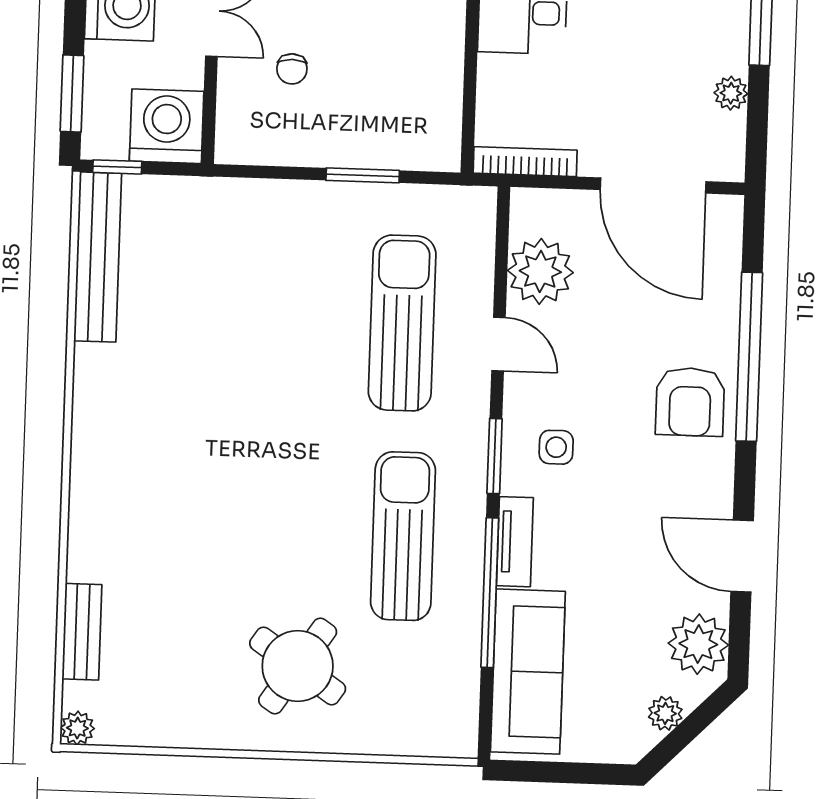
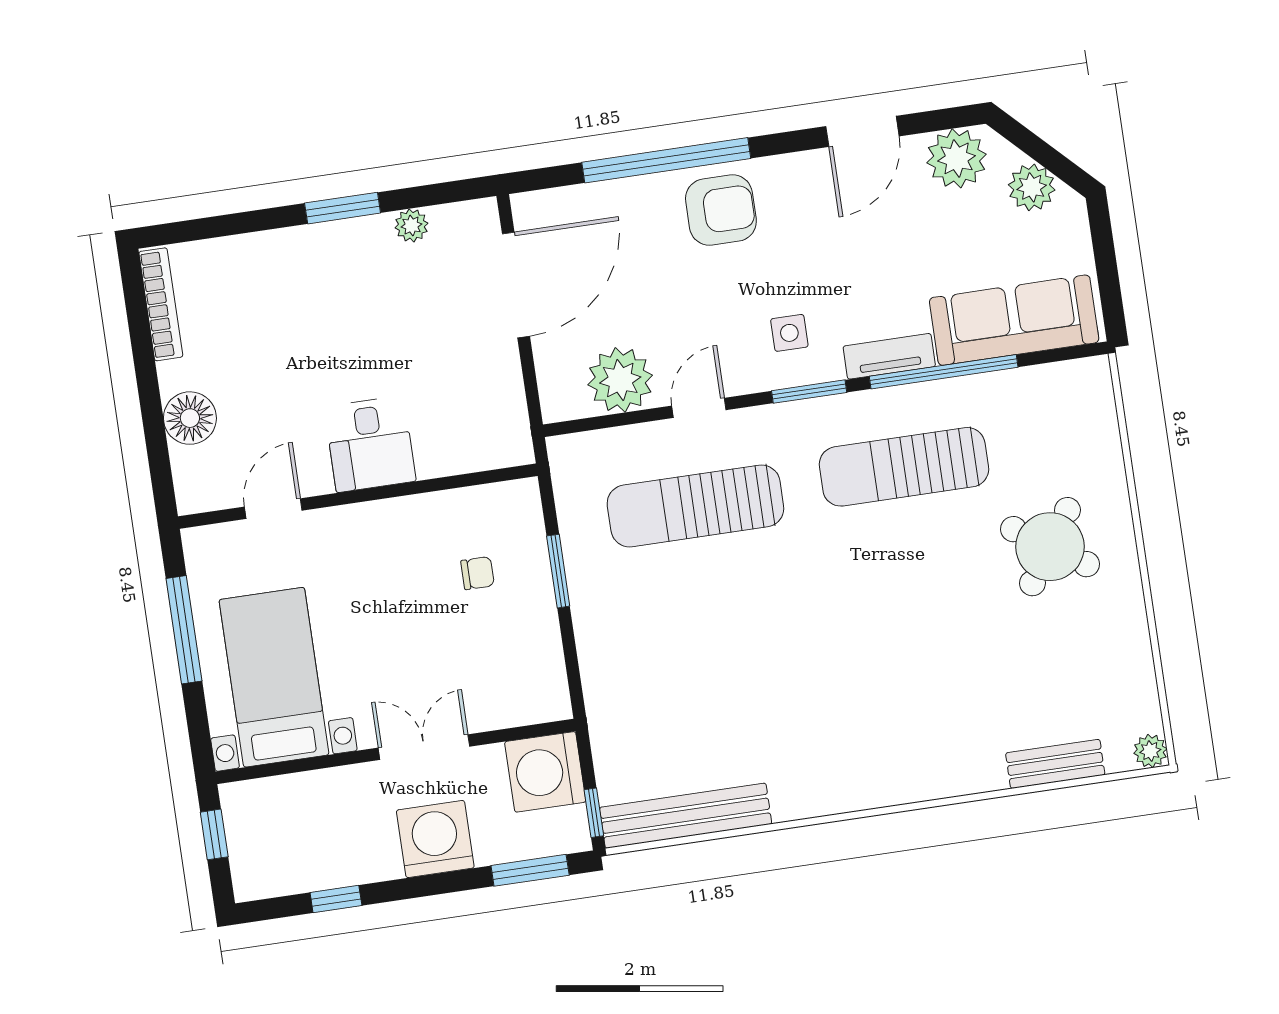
chair: (292, 69) -> (478, 573), moved
bookcase: (525, 162) -> (515, 415), removed
plant: (665, 713) -> (1032, 187), width x1.38, depth x1.38

